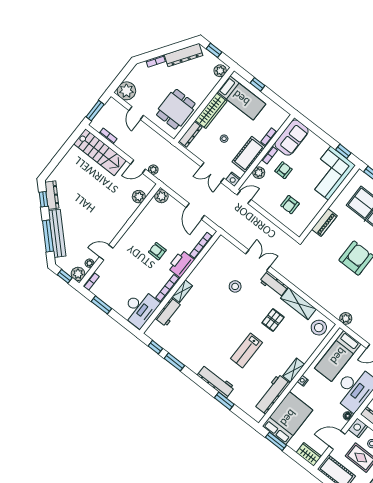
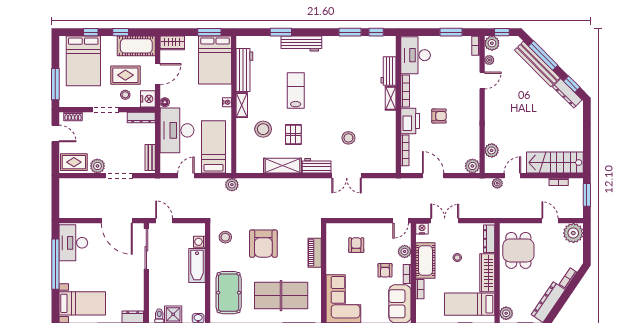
stool: (319, 328) -> (263, 129), moved

